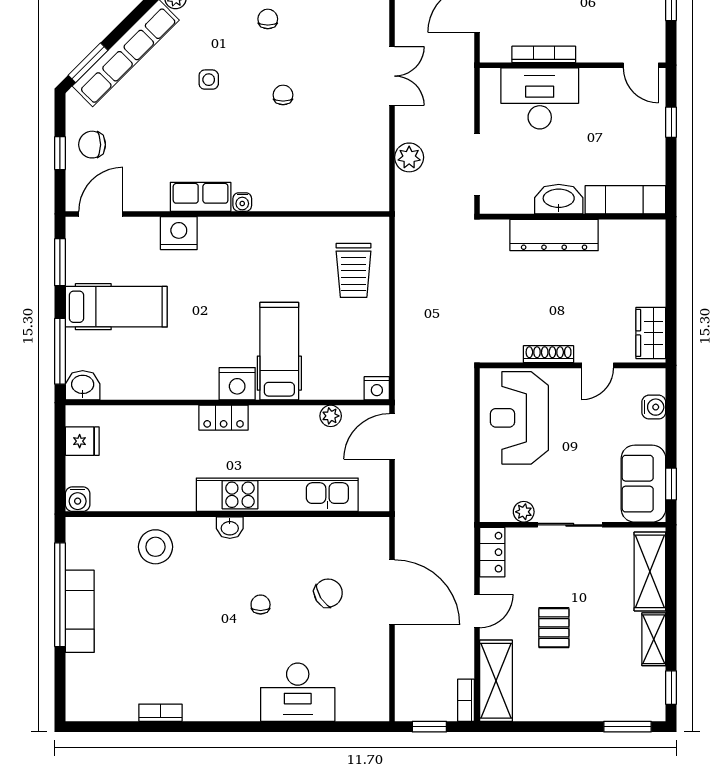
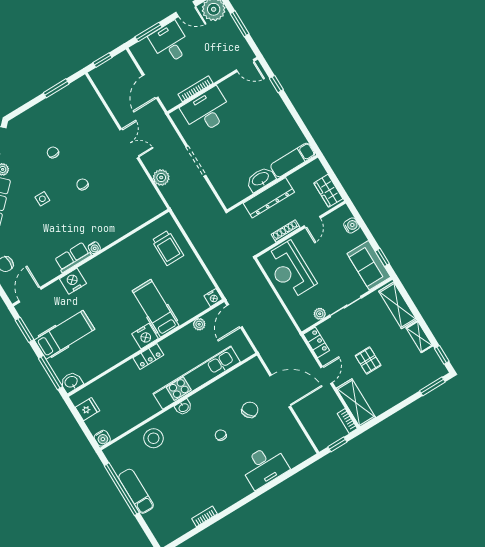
washbasin: (559, 199) -> (261, 179), moved
exam couch: (625, 200) -> (293, 160), moved
wall: (573, 217) -> (272, 183), moved
dresser: (554, 235) -> (269, 198), moved

